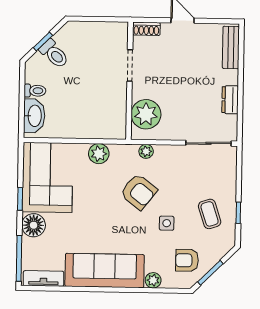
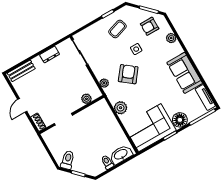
toilet: (54, 54) -> (68, 160), moved
plant: (146, 114) -> (86, 99), width x0.53, depth x0.53
armchair: (187, 260) -> (150, 26), turned 90
sofa: (105, 271) -> (185, 73), width x0.73

